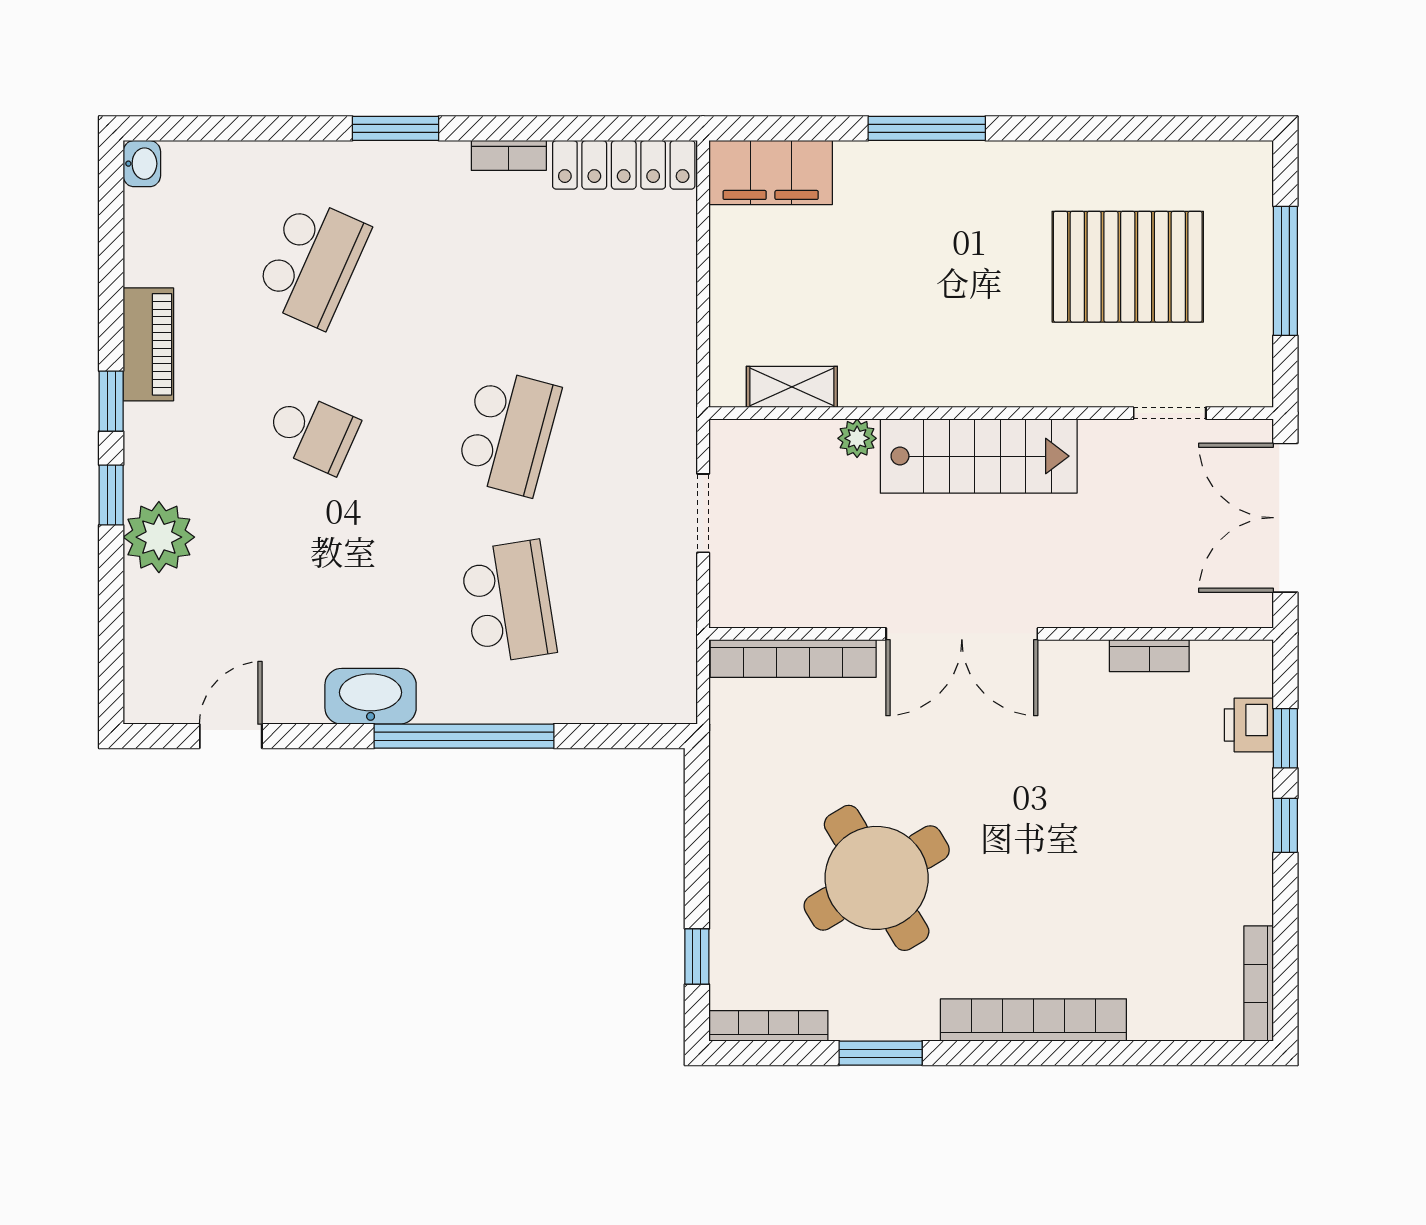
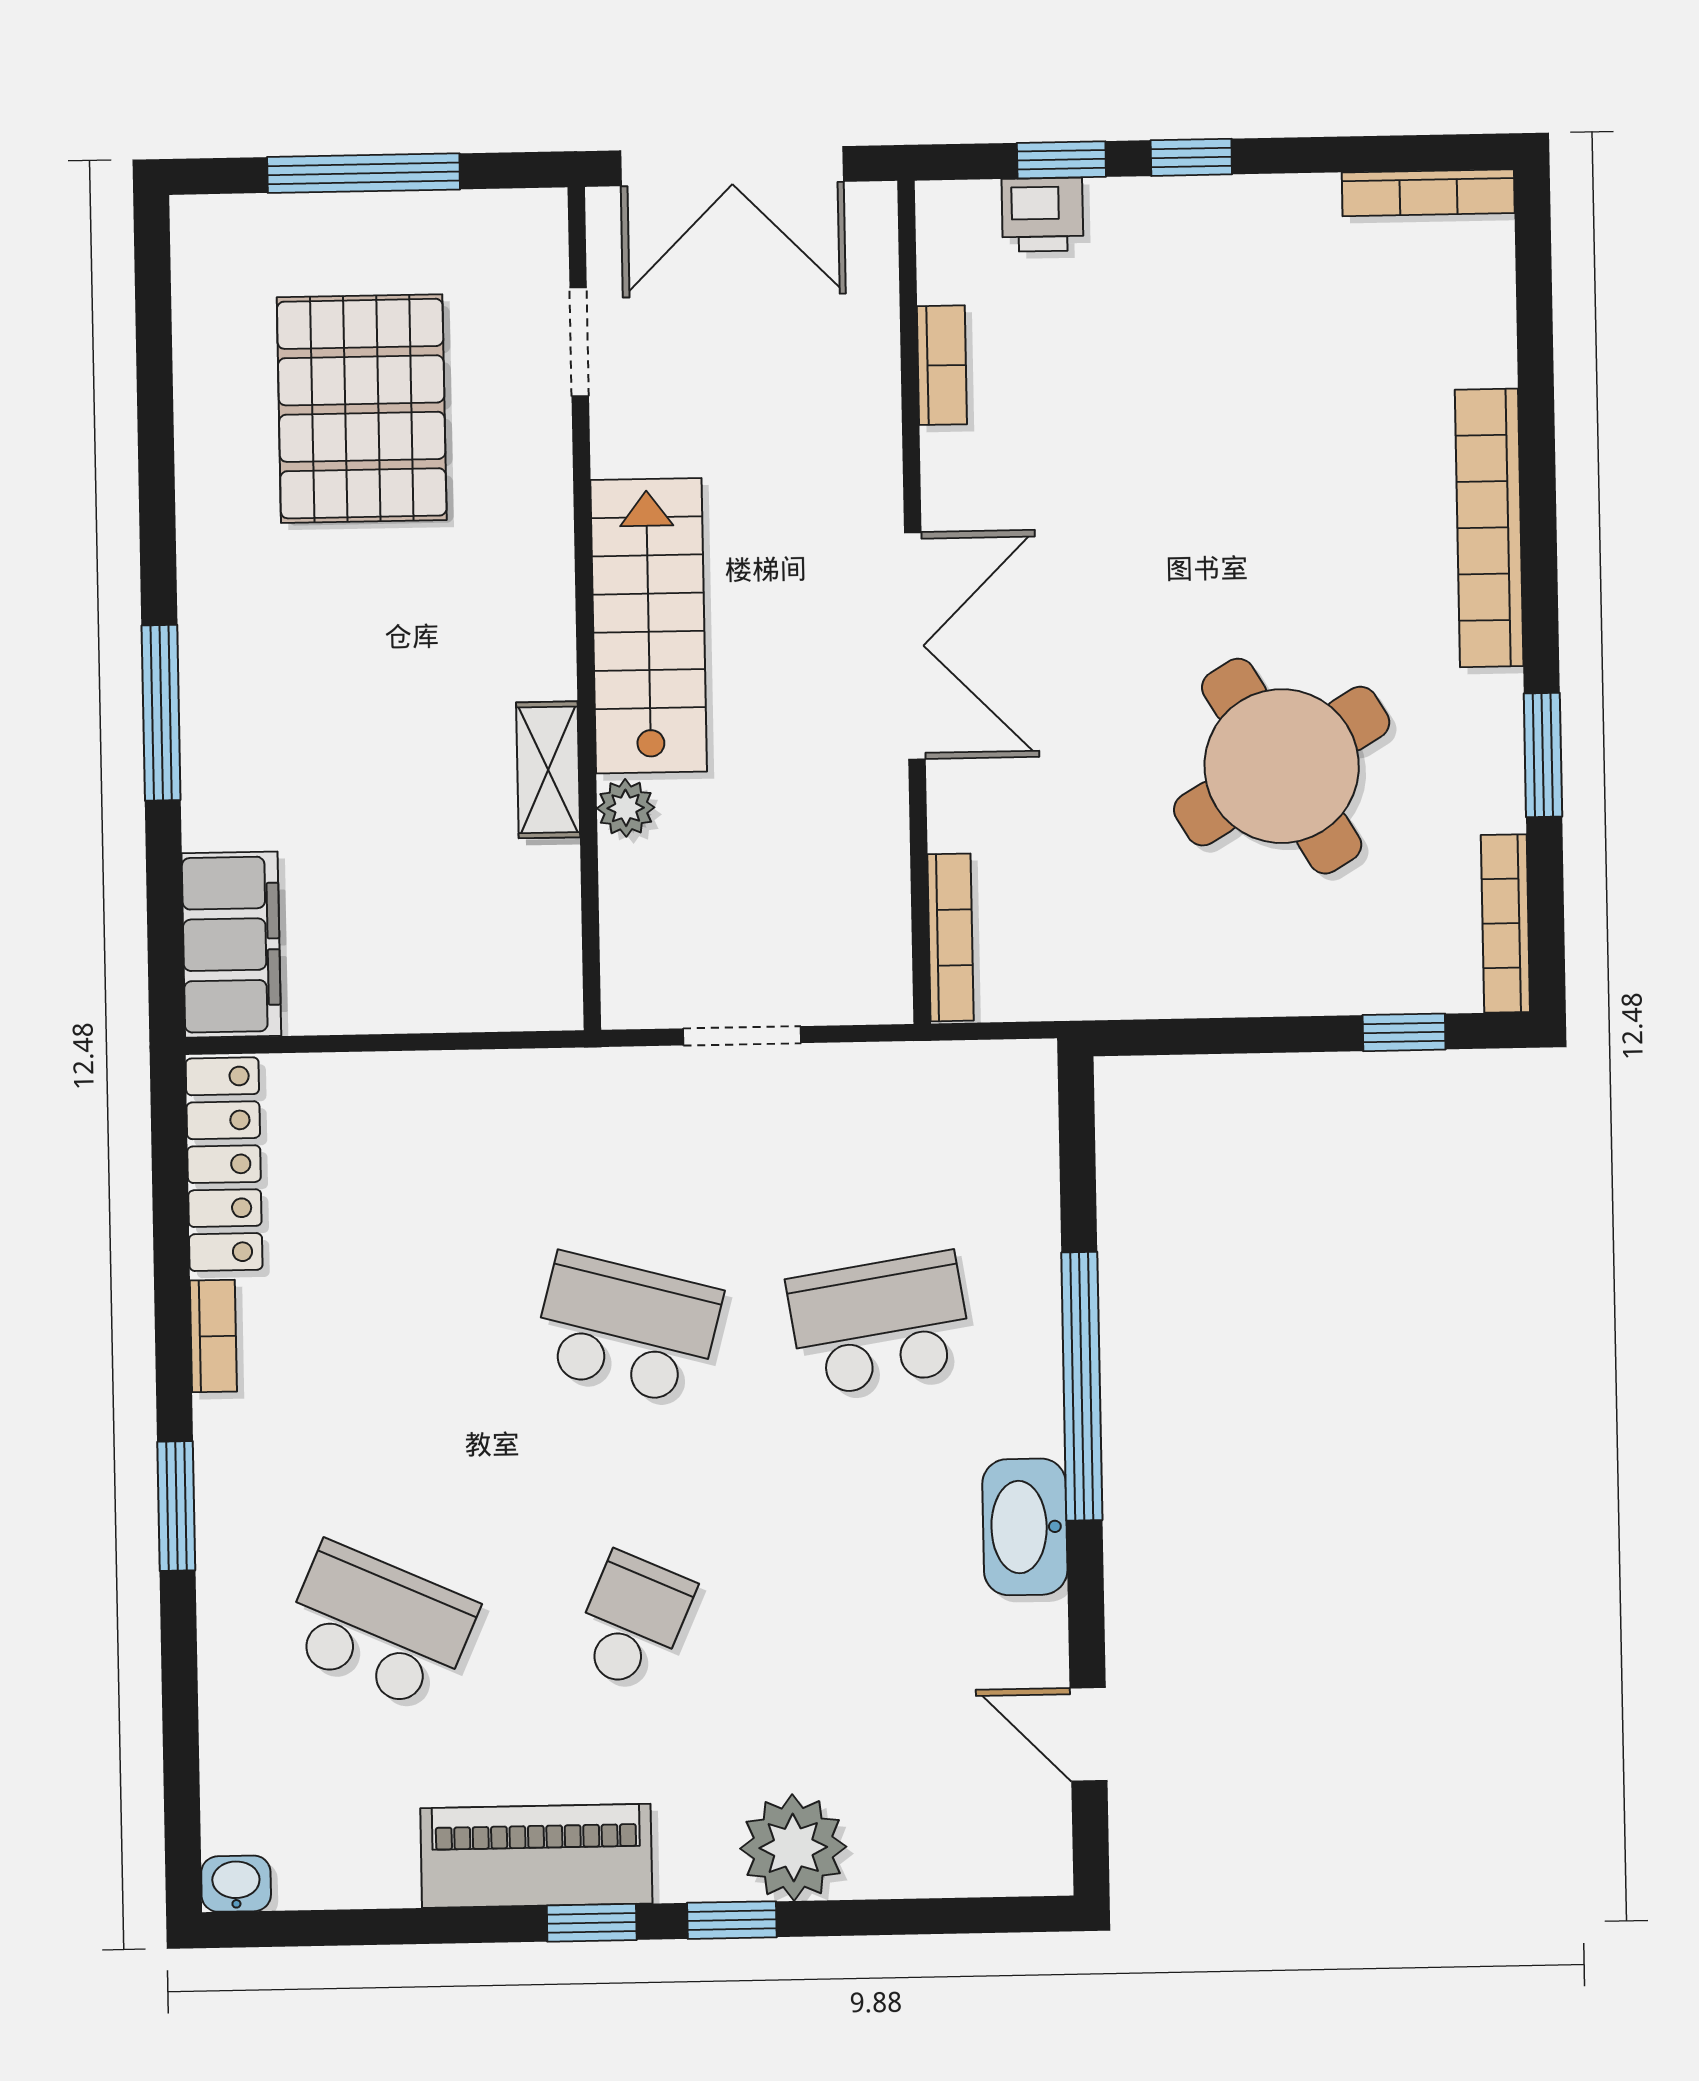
piano: (148, 344) -> (536, 1856), width x1.37, depth x1.33
shelving: (792, 387) -> (548, 770), moved
bookcase: (793, 659) -> (950, 937), width x0.68, depth x0.76

